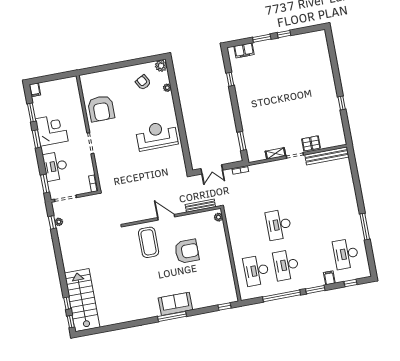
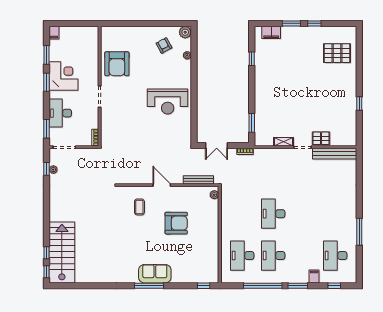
pallet: (311, 59) -> (337, 53), added
reception desk: (157, 136) -> (168, 102), turned 180
coffee table: (149, 242) -> (139, 207), width x0.54, depth x0.58

